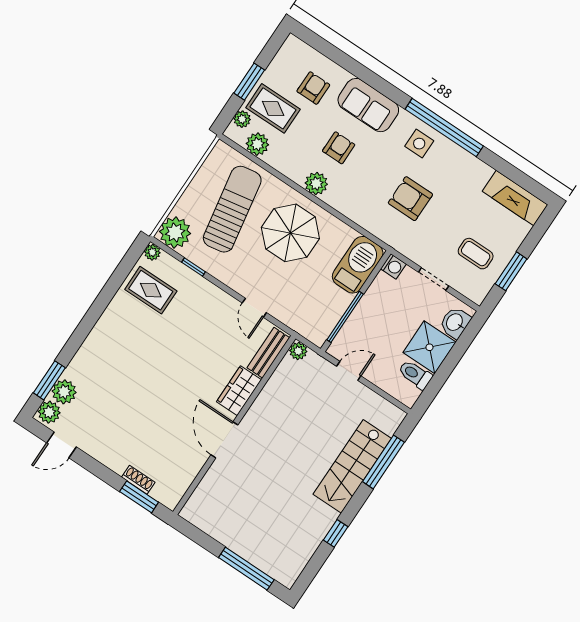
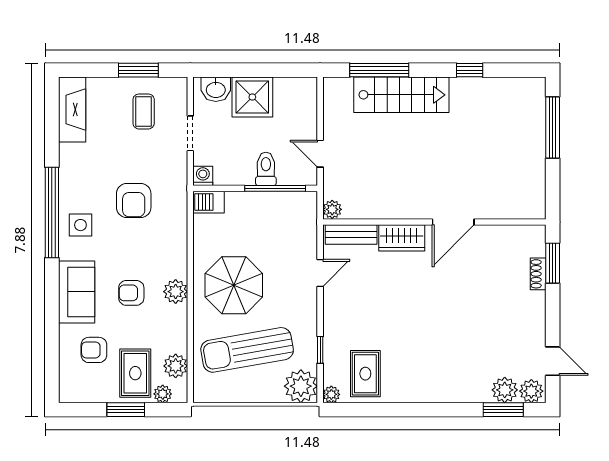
barbecue: (358, 265) -> (209, 202), width x0.53, depth x0.65
toilet: (415, 374) -> (266, 169), moved, turned 180

